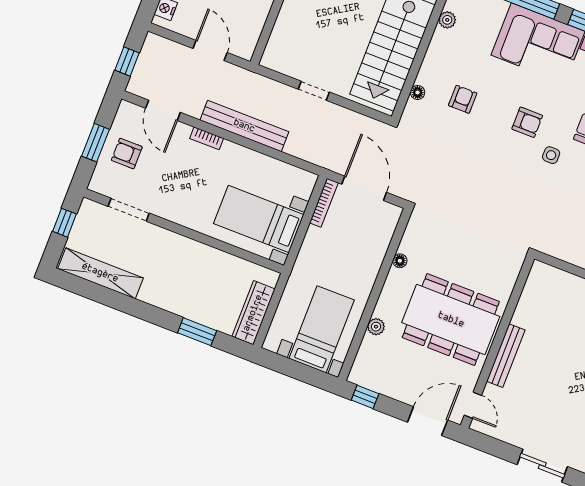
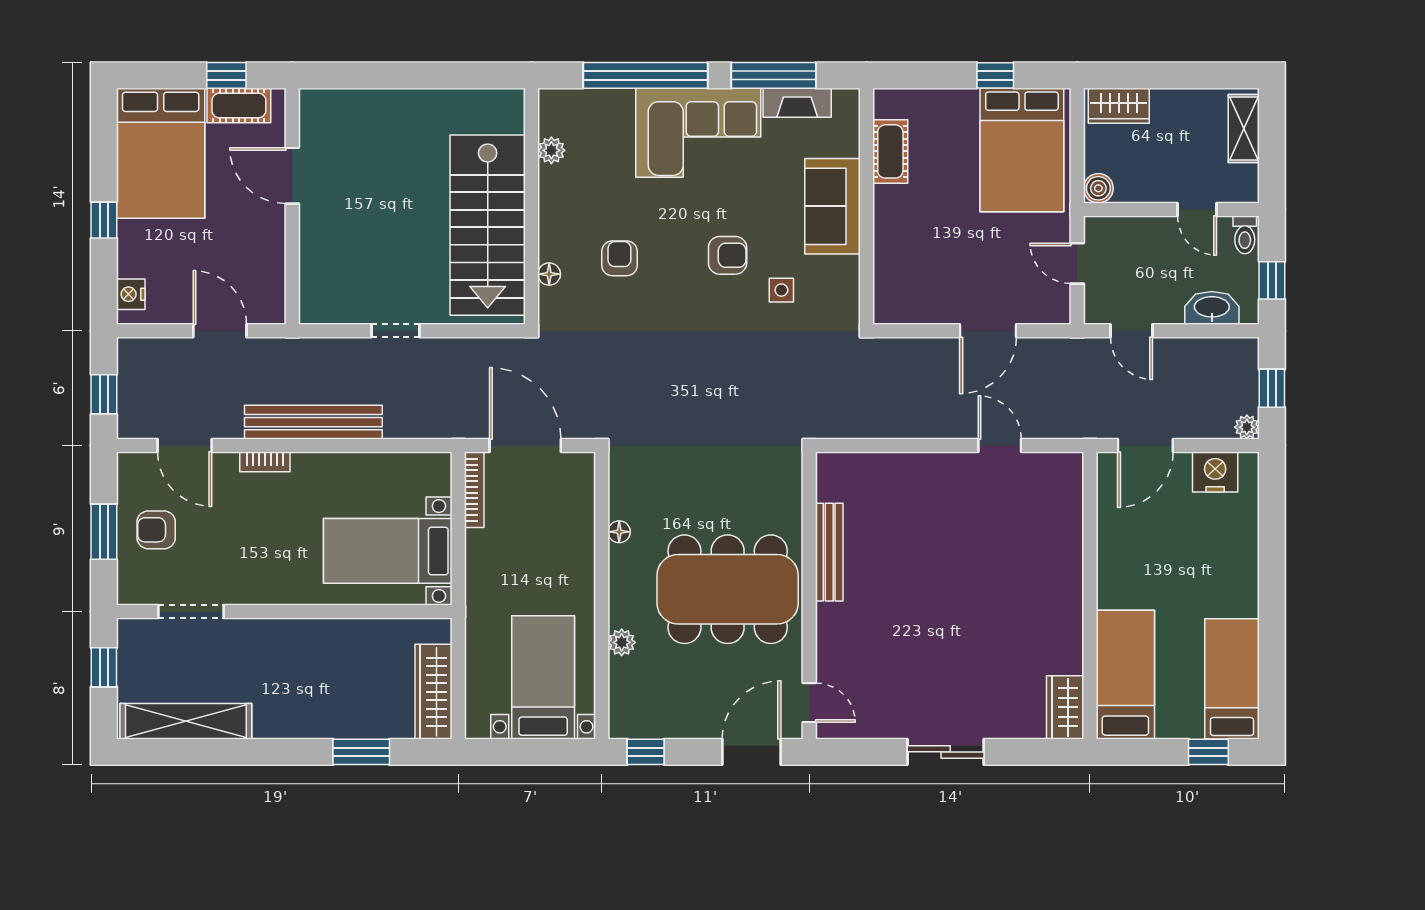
bench: (506, 356) -> (829, 552), moved

